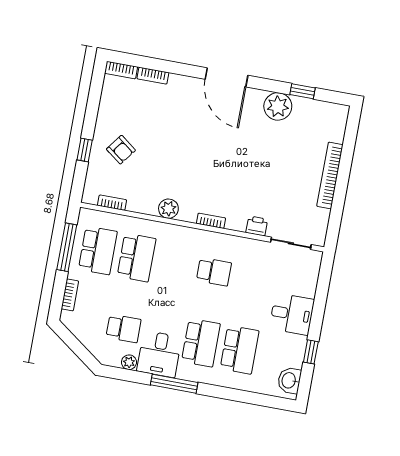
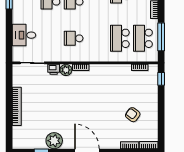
window: (85, 150) -> (161, 79), moved
armchair: (121, 150) -> (133, 115), moved
plant: (168, 209) -> (66, 70), moved
desk: (292, 314) -> (24, 35), moved

